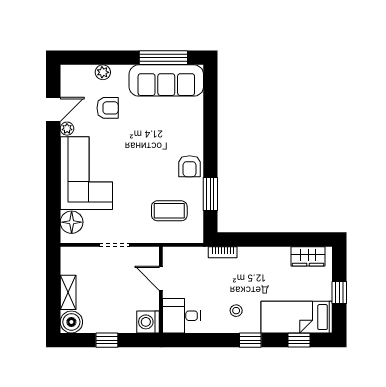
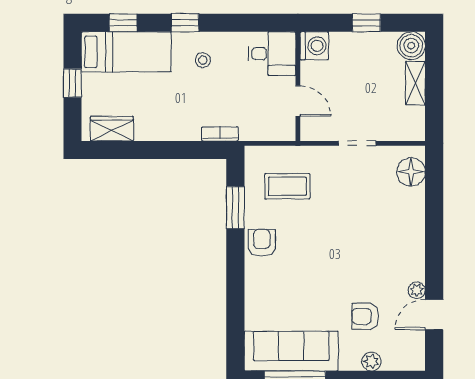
corner sofa: (86, 173) -> (392, 234), removed

